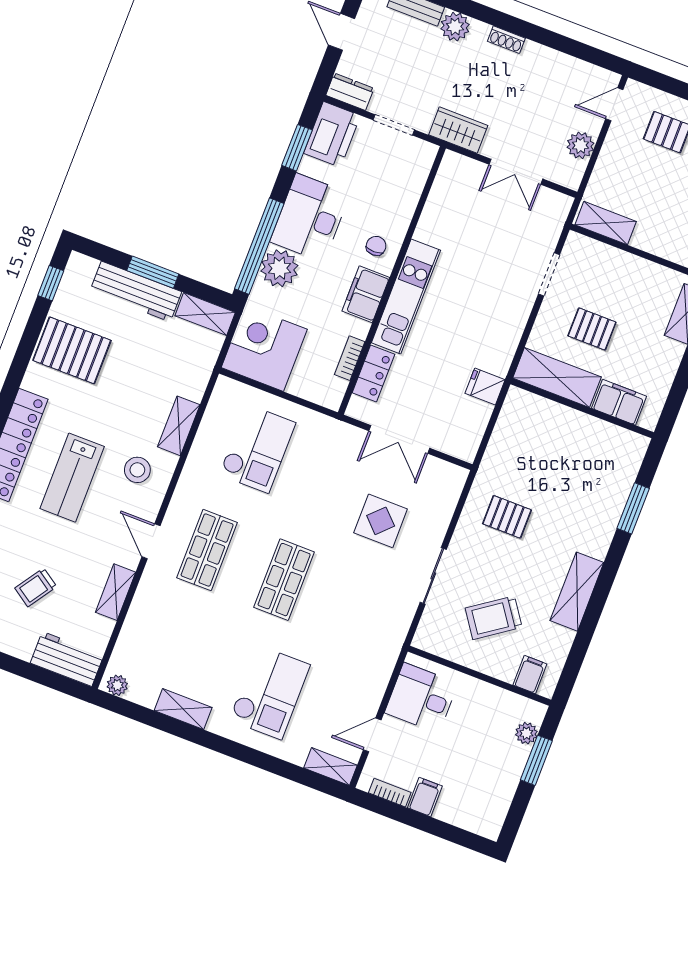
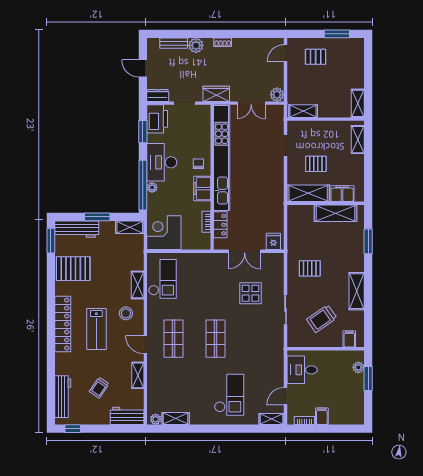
plant: (580, 145) -> (277, 95), moved
plant: (279, 268) -> (152, 187), width x0.53, depth x0.53
window: (51, 283) -> (51, 241), width x1.50
workbench: (136, 291) -> (77, 229), moved
kitchen unit: (406, 296) -> (222, 158), width x1.86
fridge: (485, 387) -> (273, 241), moved, turned 90
shelving: (593, 434) -> (336, 213), added
checkout: (257, 449) -> (162, 279), moved
shelving: (183, 709) -> (176, 418), moved

